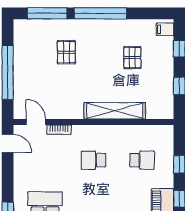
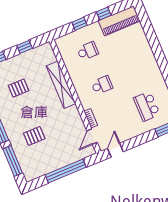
school desk: (93, 160) -> (102, 85), turned -90
school desk: (142, 160) -> (88, 51), turned 90

